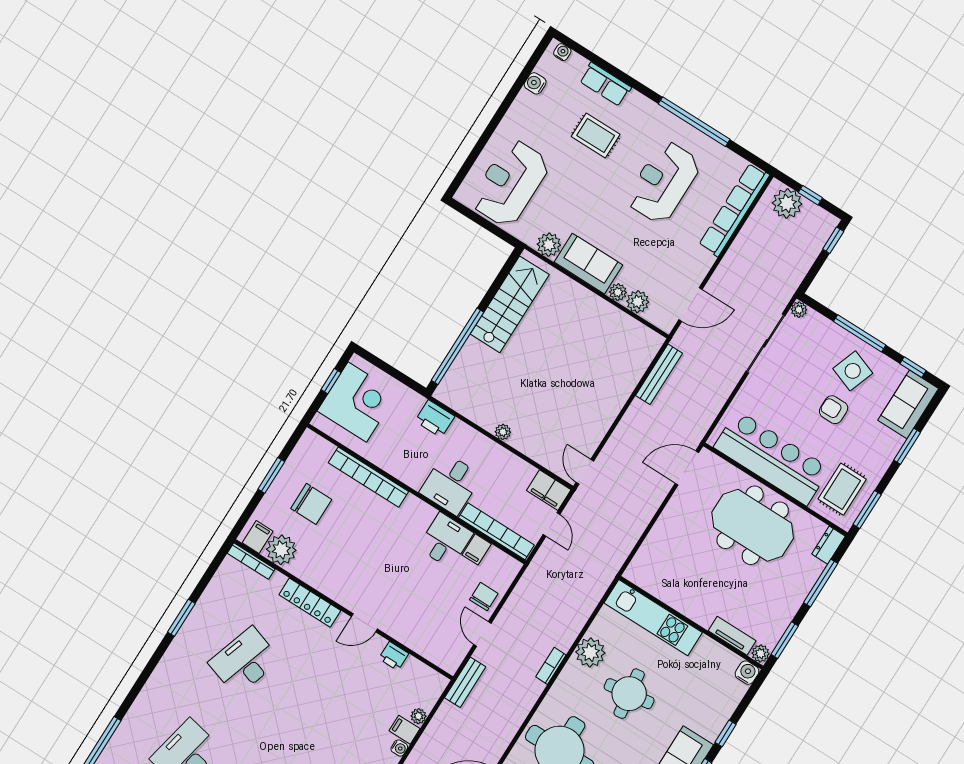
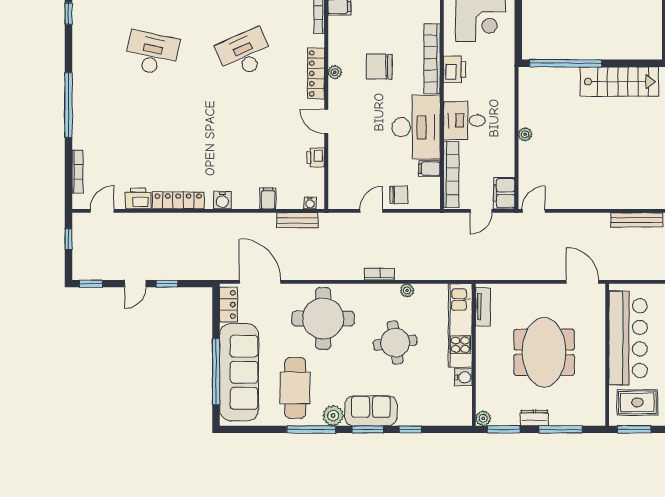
printer: (435, 419) -> (455, 69), moved, turned 180
chair: (311, 504) -> (379, 67), moved, turned 90
meeting table: (753, 525) -> (544, 352), moved
desk: (445, 540) -> (416, 127), width x1.87, depth x1.30
dresser: (829, 545) -> (534, 418), moved
plant: (281, 550) -> (335, 72), moved, width x0.53, depth x0.53
tv unit: (732, 636) -> (483, 307), moved
plant: (590, 652) -> (407, 290), width x0.53, depth x0.53
desk: (244, 661) -> (245, 53), turned -42
water cooler: (747, 673) -> (463, 377), moved
bench: (465, 682) -> (298, 220), moved
plant: (418, 716) -> (284, 202), removed
water cooler: (399, 748) -> (310, 203), moved

